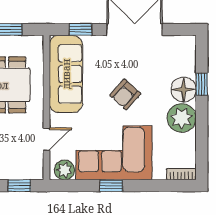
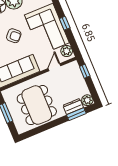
door: (46, 139) -> (54, 67), hinge flipped

